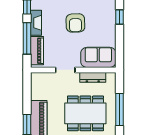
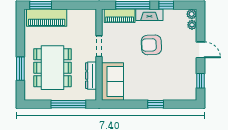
armchair: (75, 23) -> (151, 45), moved
window: (119, 109) -> (68, 104), moved

